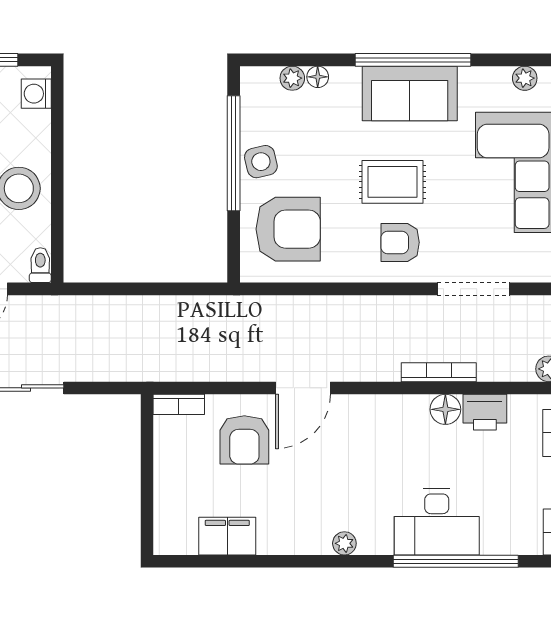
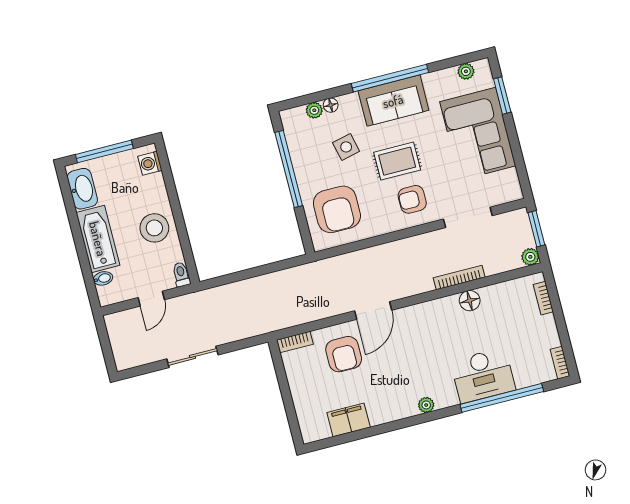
side table: (261, 162) -> (346, 147), moved
armchair: (288, 229) -> (337, 209), turned 90
printer: (485, 412) -> (496, 296), removed

